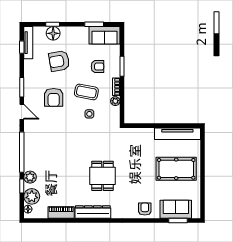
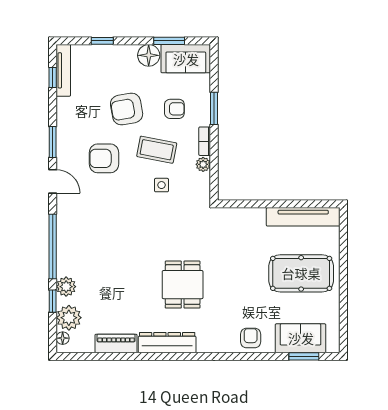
floor lamp: (53, 33) -> (149, 55), moved
armchair: (59, 61) -> (127, 109), moved
armchair: (54, 97) -> (104, 158), turned 90

